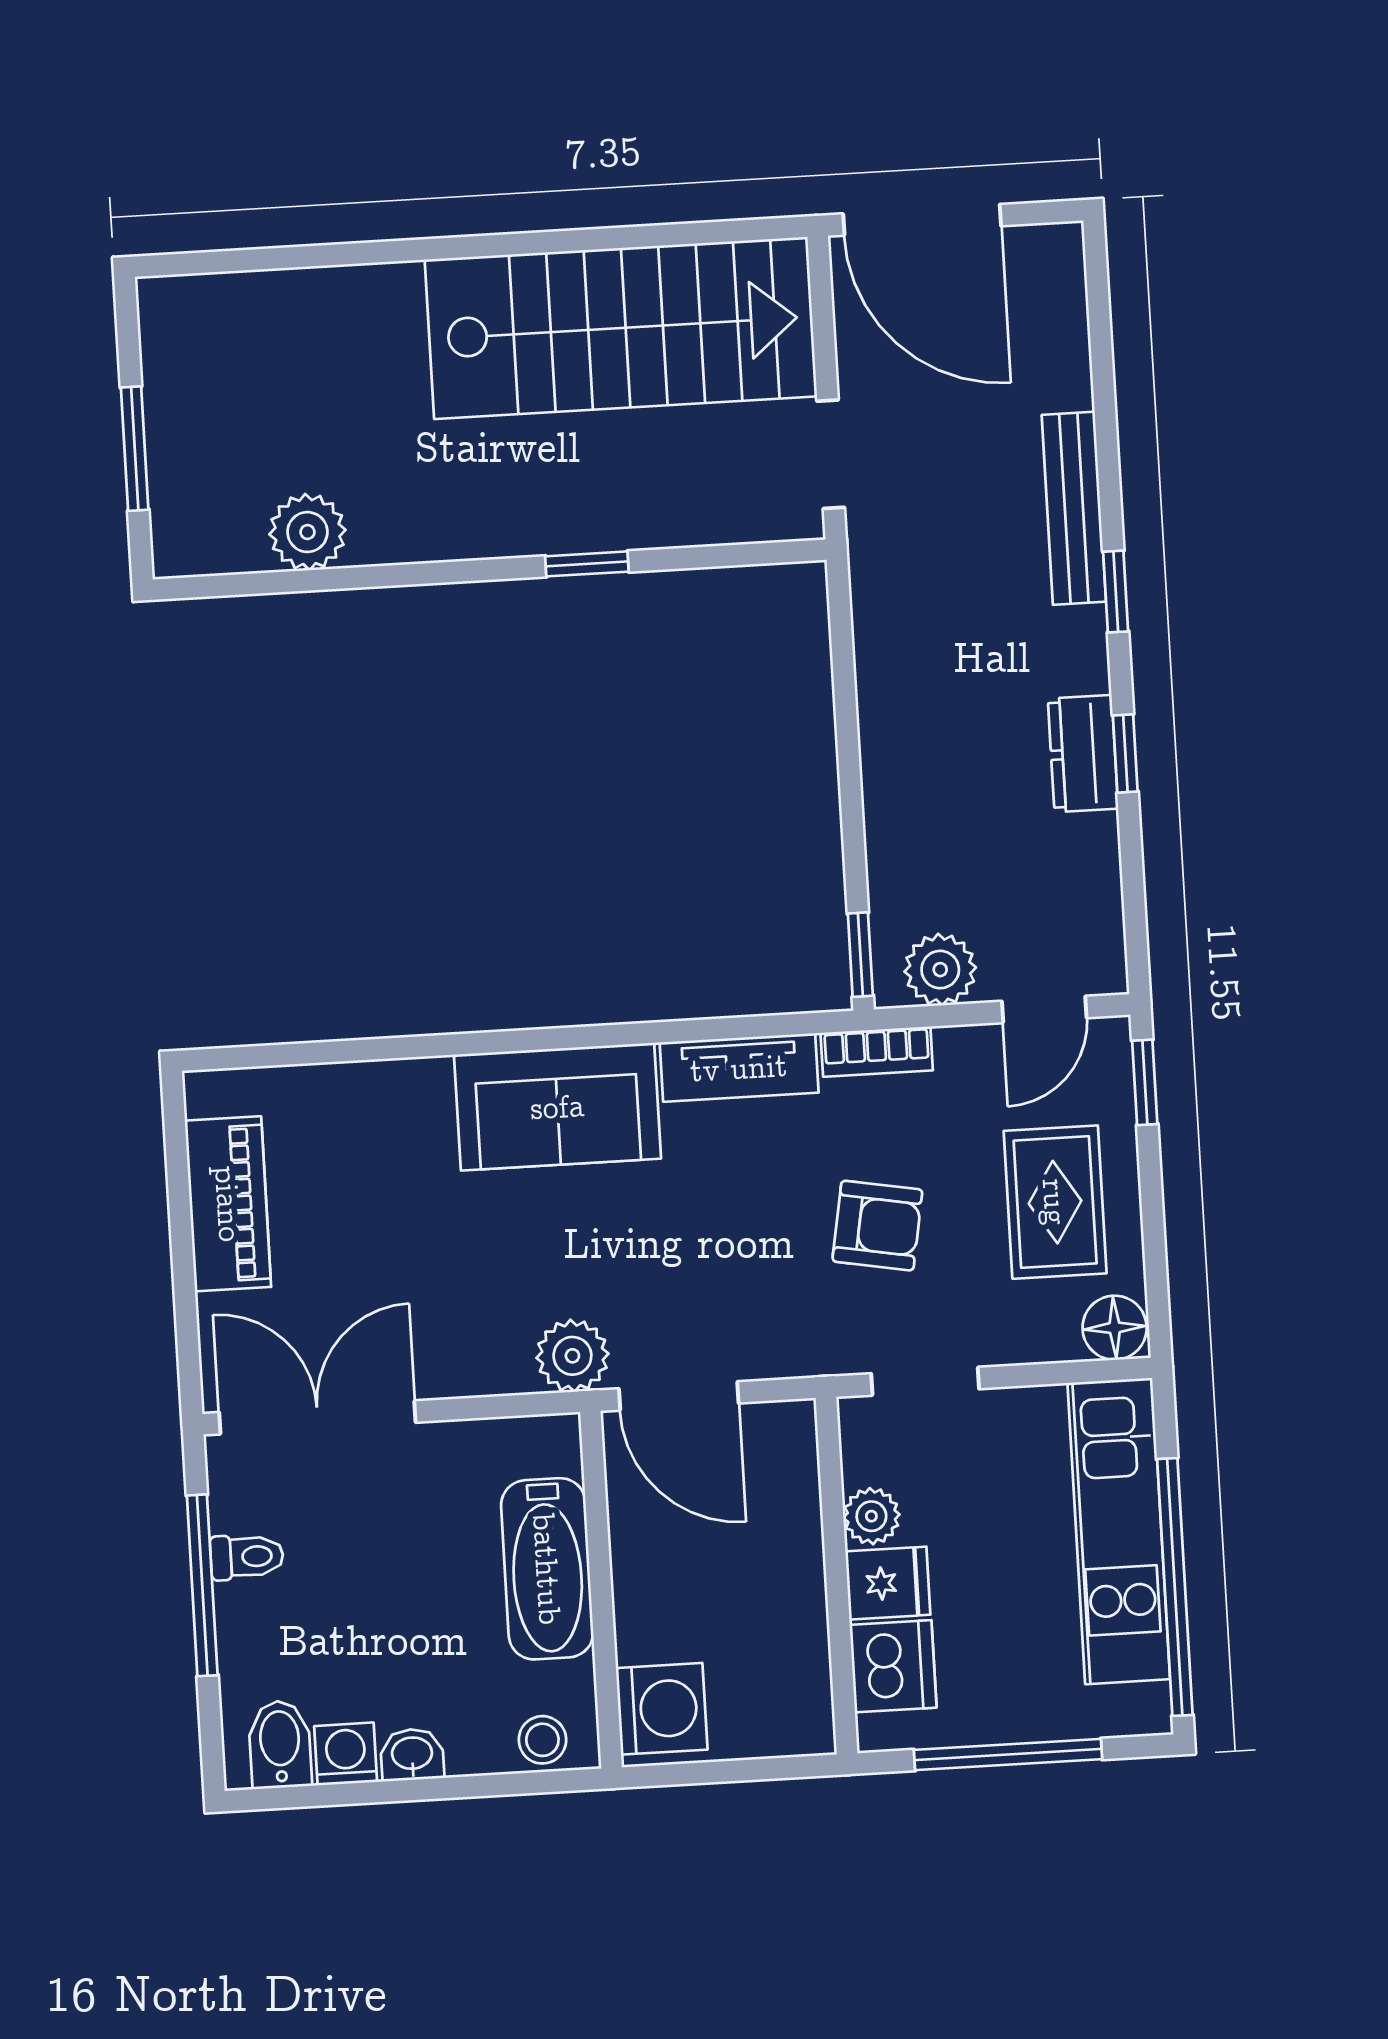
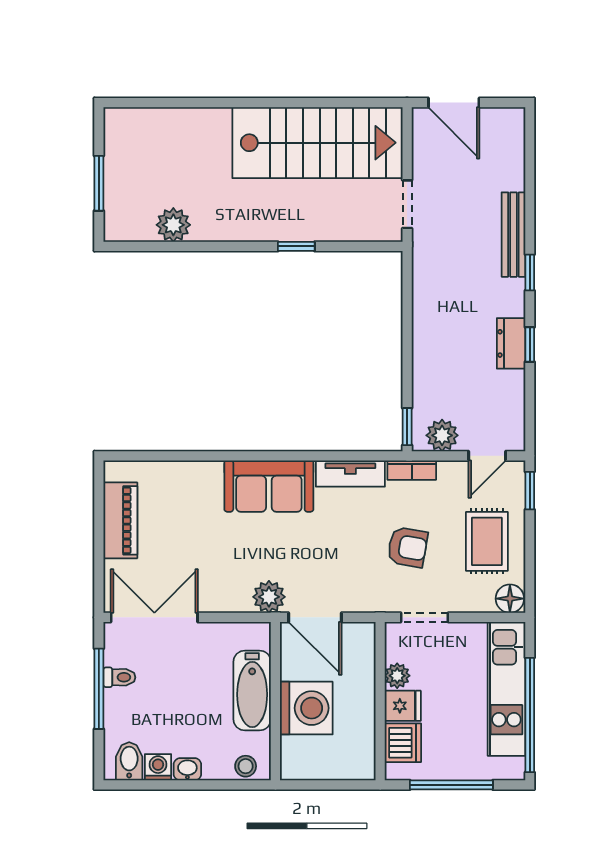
door: (922, 220) -> (454, 103), width x0.73
washing machine: (662, 1709) -> (306, 708), moved, width x1.37, depth x1.37

